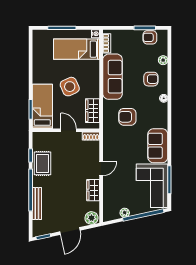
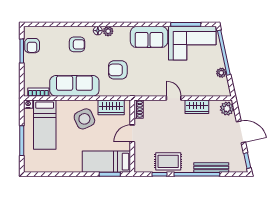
plant: (163, 60) -> (108, 31), moved
armchair: (151, 79) -> (77, 44), turned 90
side table: (70, 87) -> (84, 119), moved
armchair: (127, 117) -> (118, 70), turned 90

